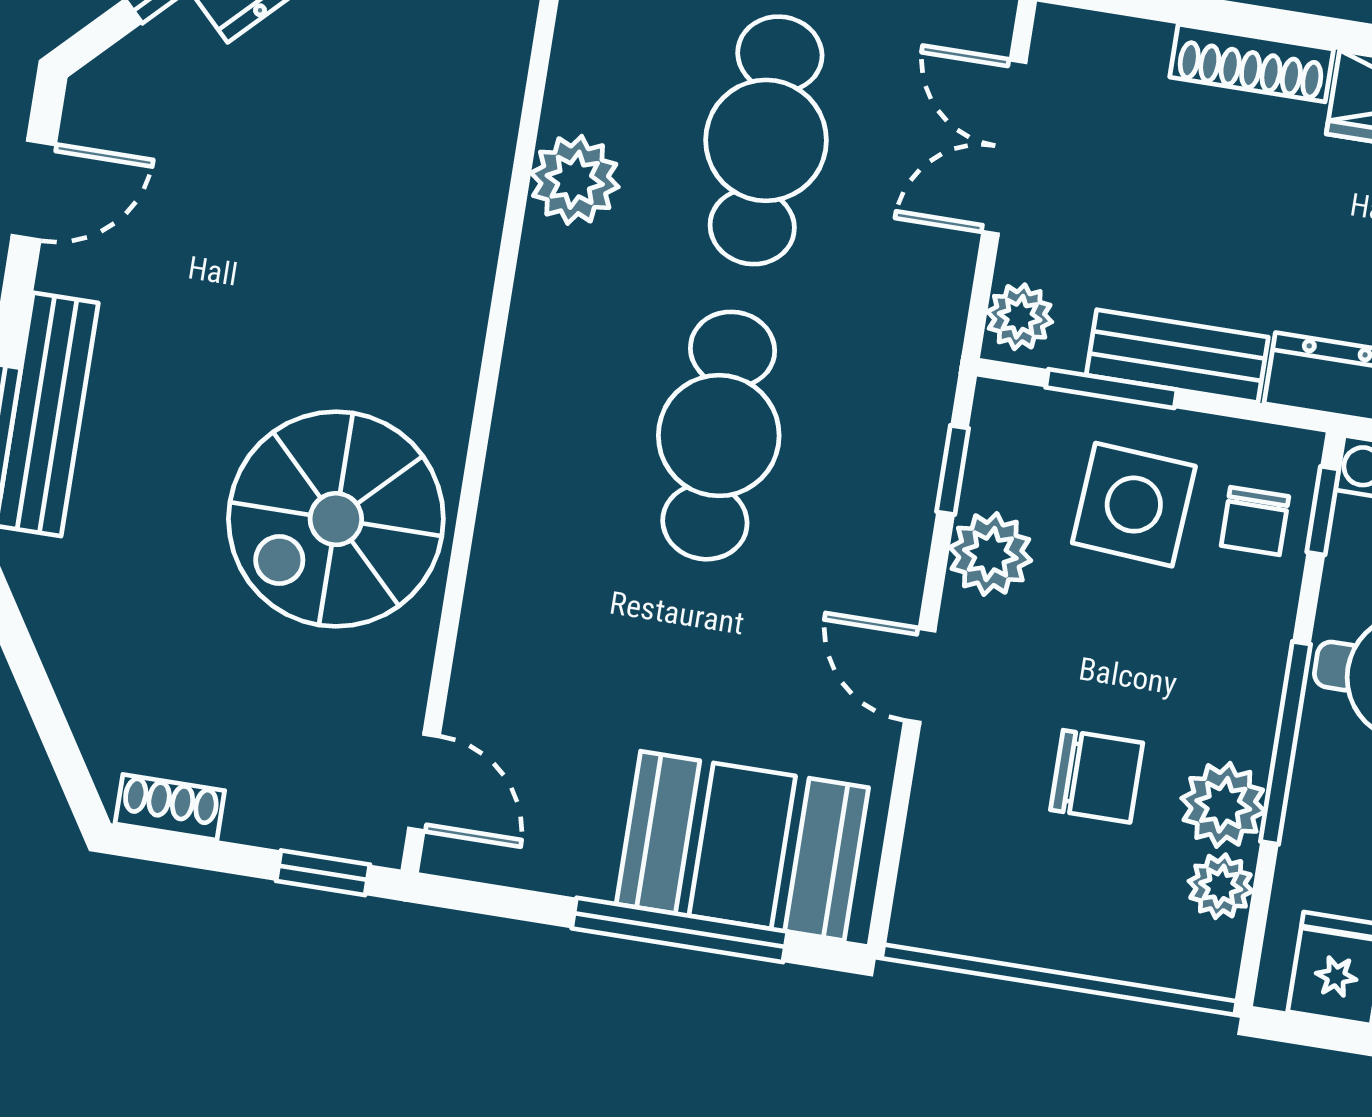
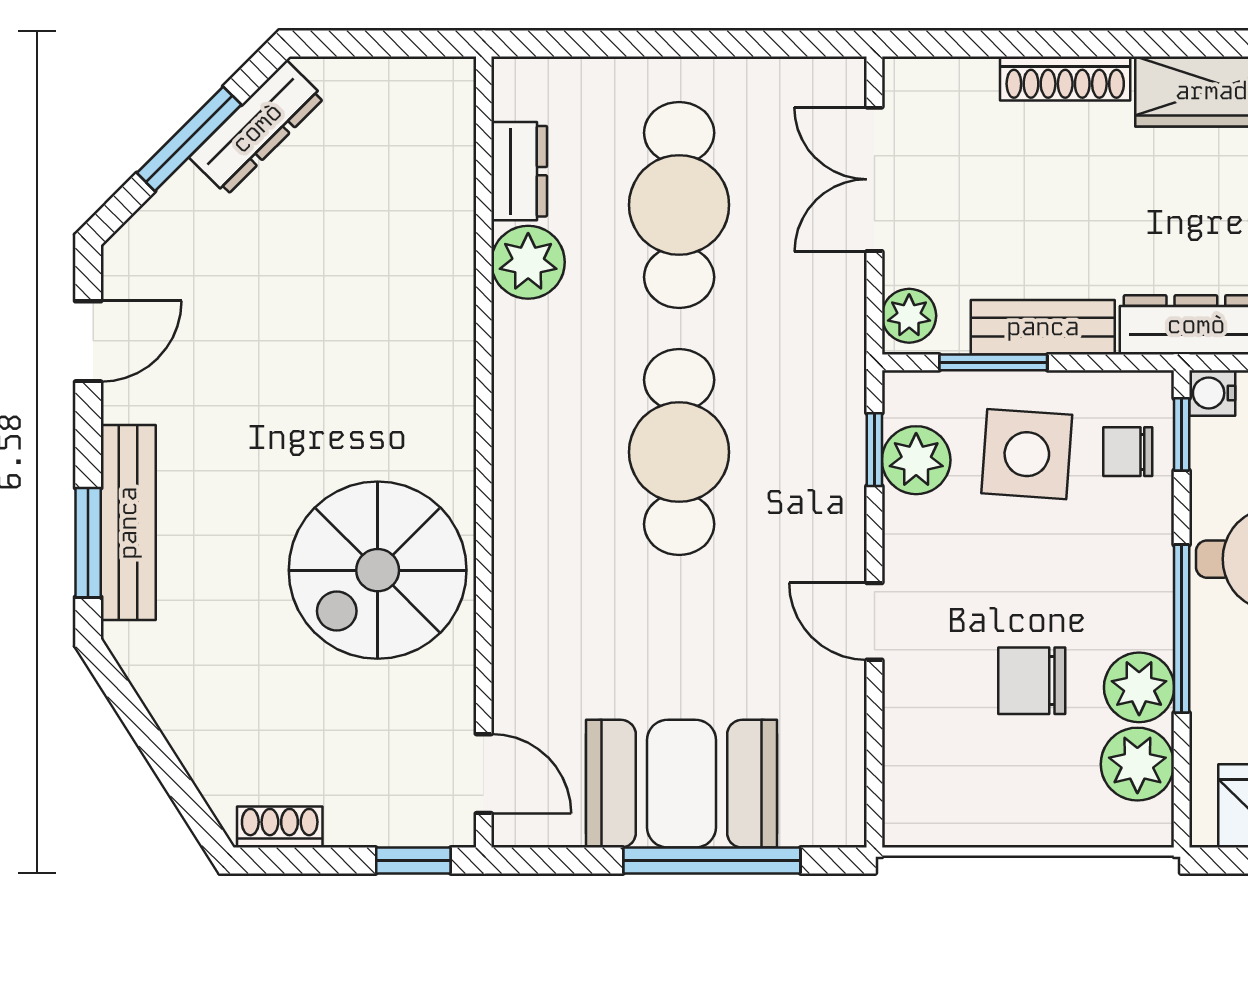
dresser: (581, 69) -> (519, 171), added
chair: (1255, 521) -> (1128, 452), turned 90
plant: (990, 554) -> (916, 460), moved
chair: (1097, 776) -> (1032, 681), turned 180
booth: (742, 846) -> (681, 784), moved
plant: (1221, 886) -> (1137, 764), width x1.38, depth x1.38

